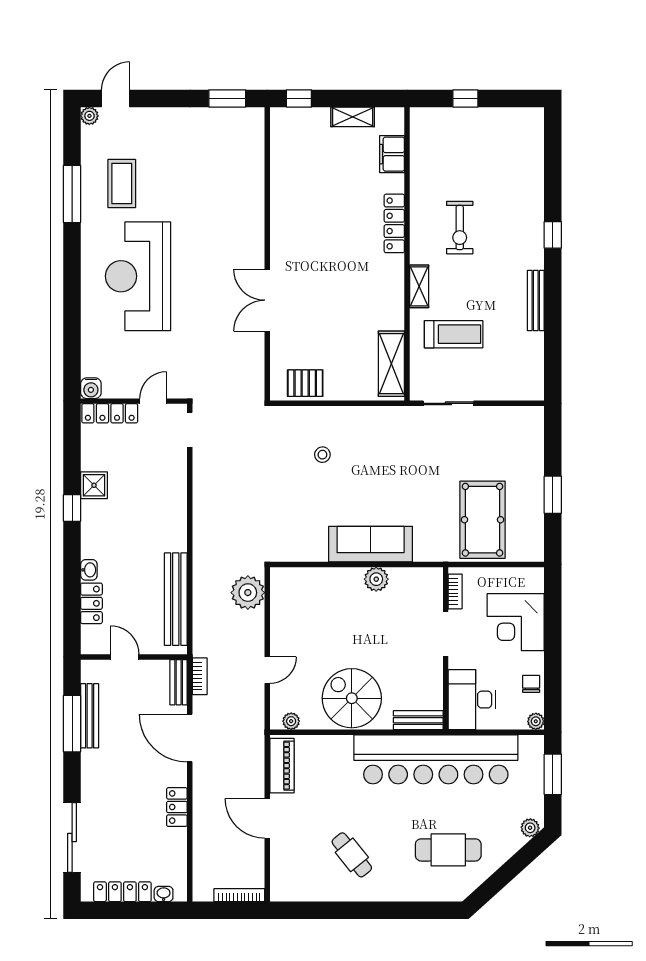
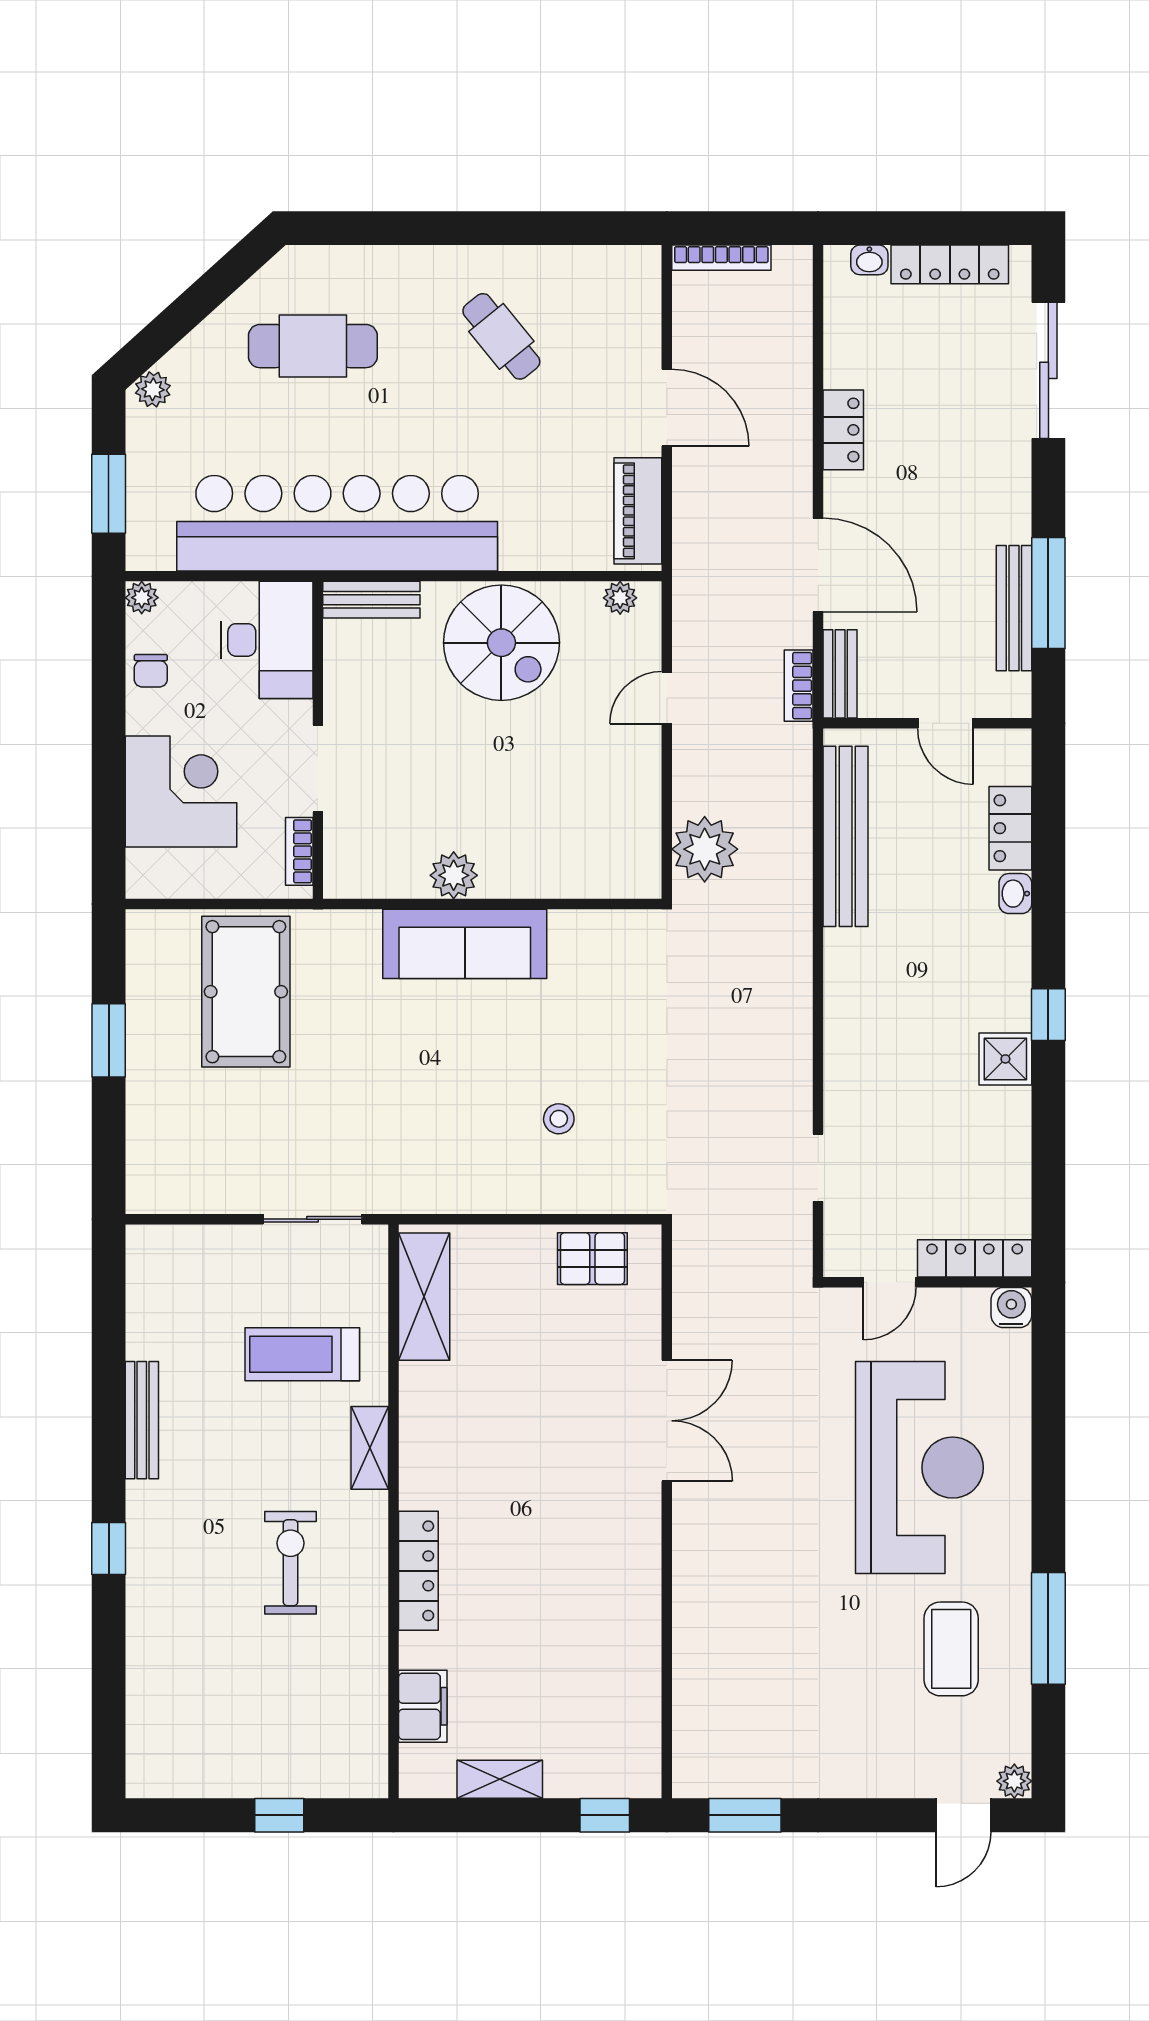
water cooler: (91, 388) -> (1011, 1307), moved
wall: (134, 401) -> (927, 1282), moved
door: (153, 401) -> (890, 1282), moved
locker: (110, 413) -> (975, 1258), moved

